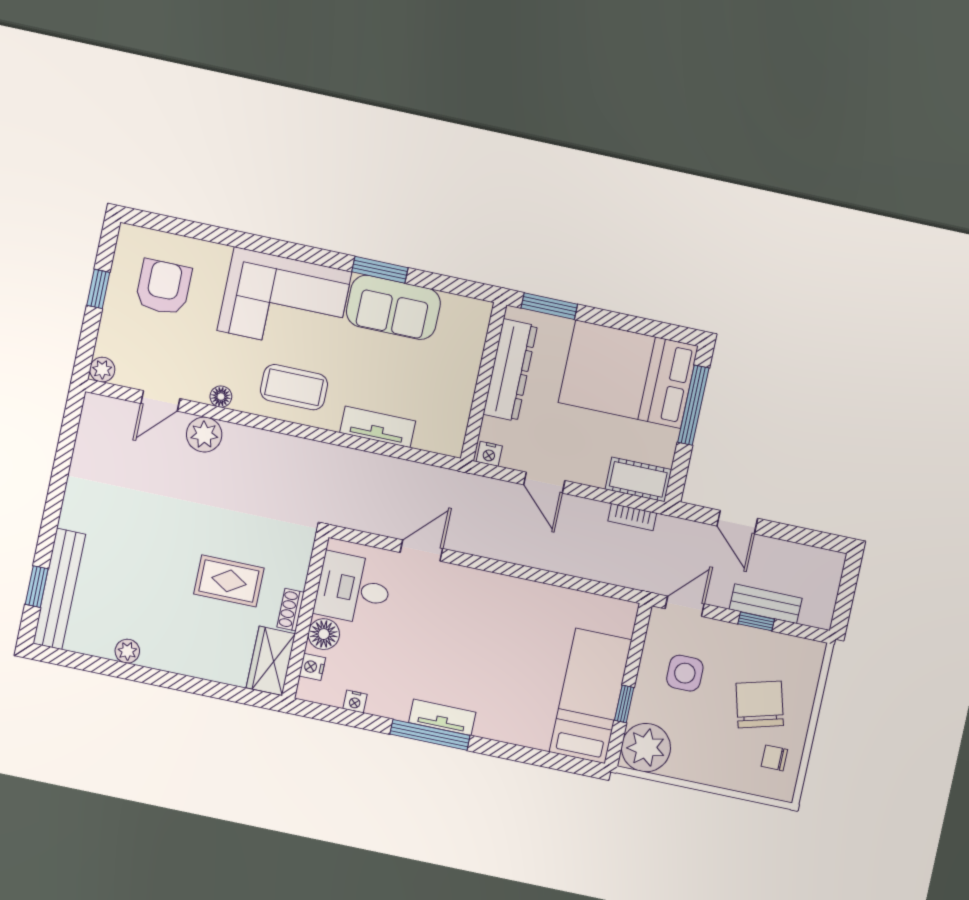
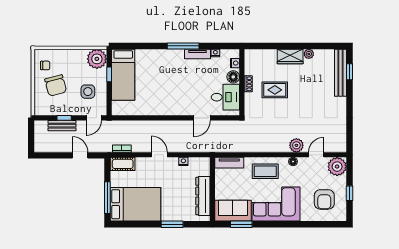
plant: (102, 370) -> (337, 167), width x1.87, depth x1.87
dresser: (510, 370) -> (203, 196), moved
wall: (484, 382) -> (212, 189), moved
wardrobe: (271, 661) -> (290, 56), moved, turned 90
tv unit: (442, 717) -> (197, 54), moved

